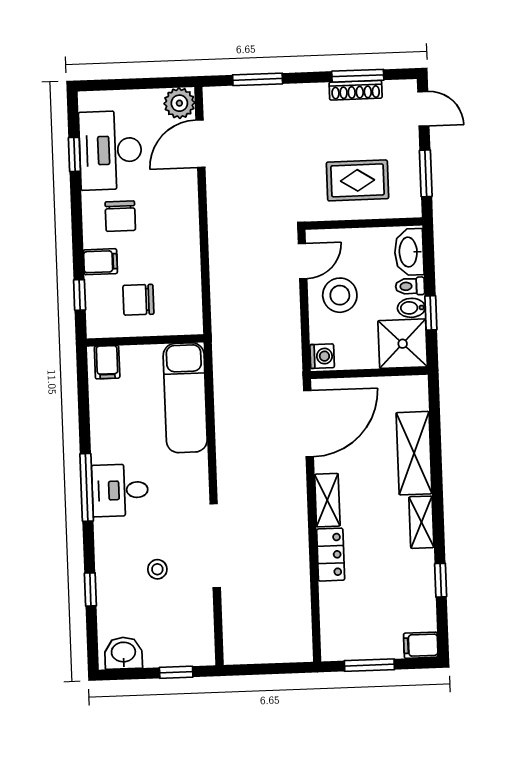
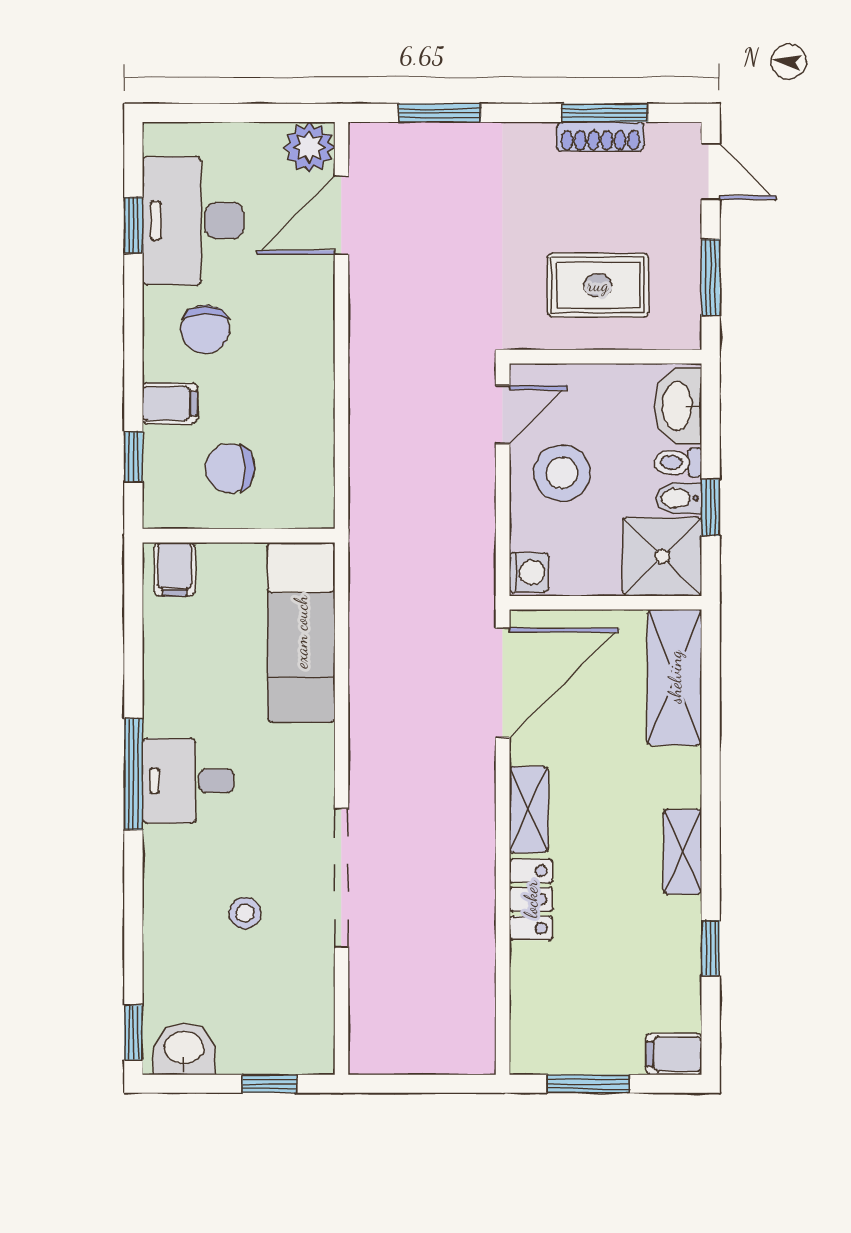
shelving: (414, 453) -> (675, 677), moved
window: (90, 589) -> (133, 1033), moved

